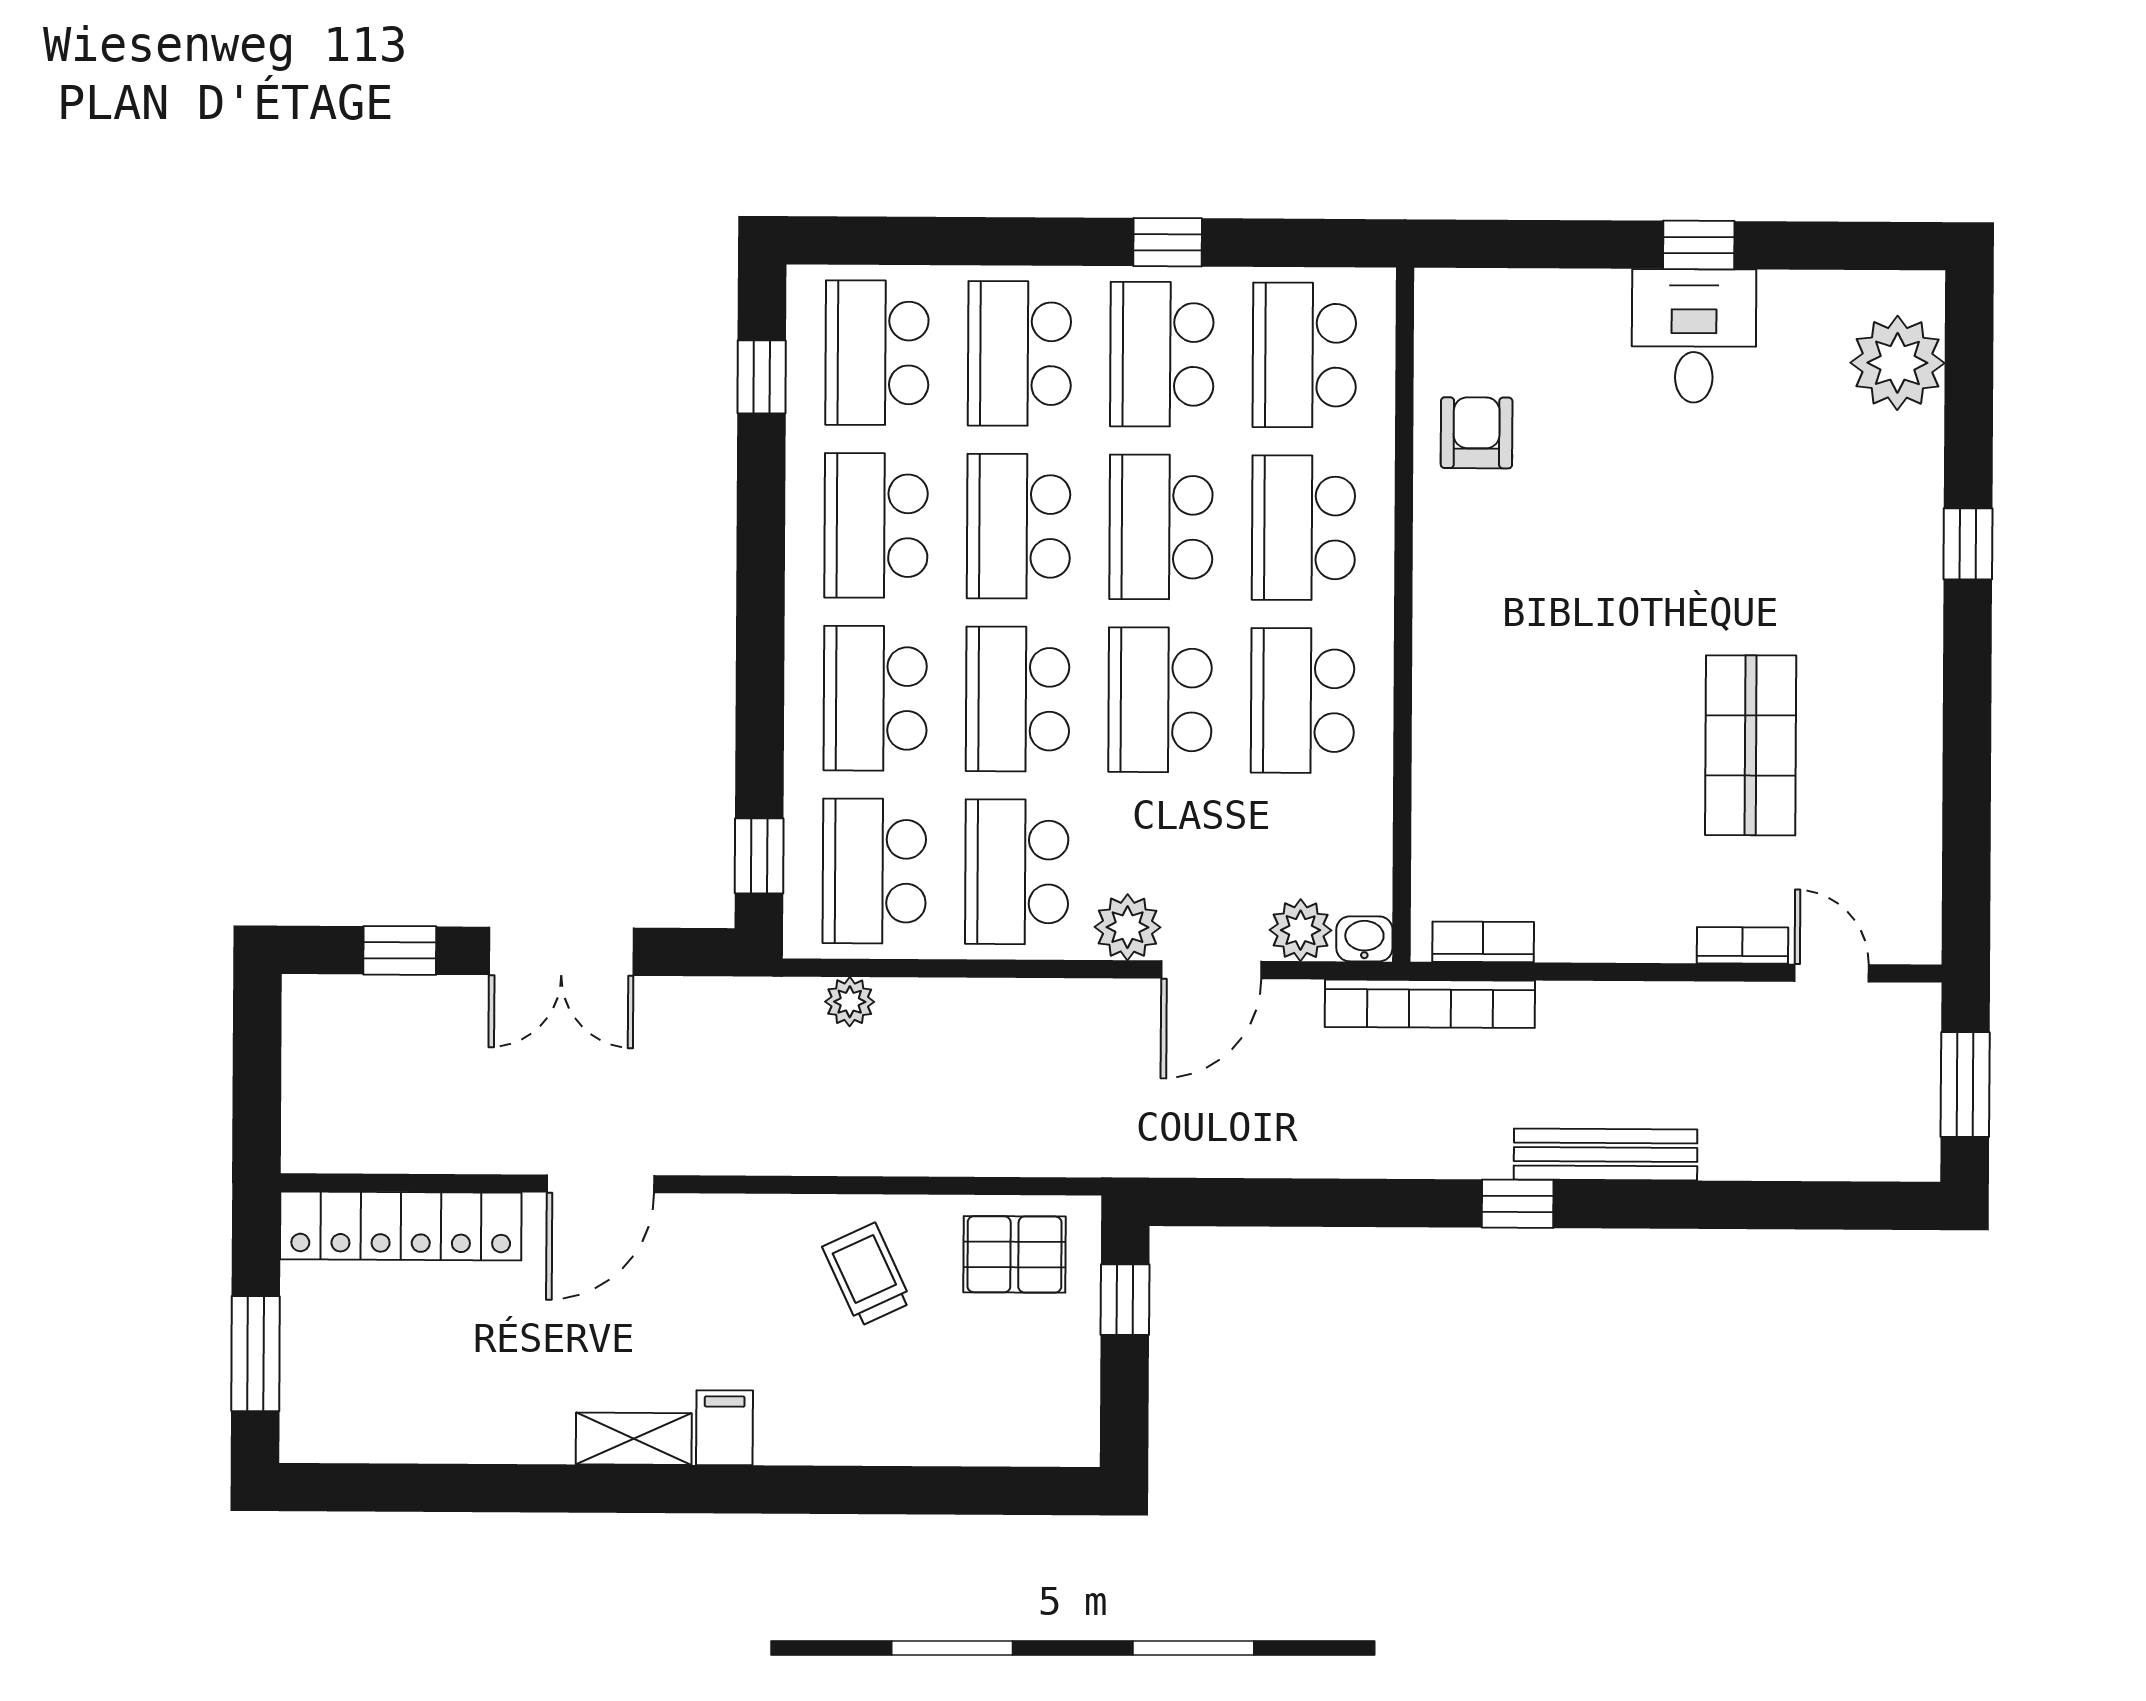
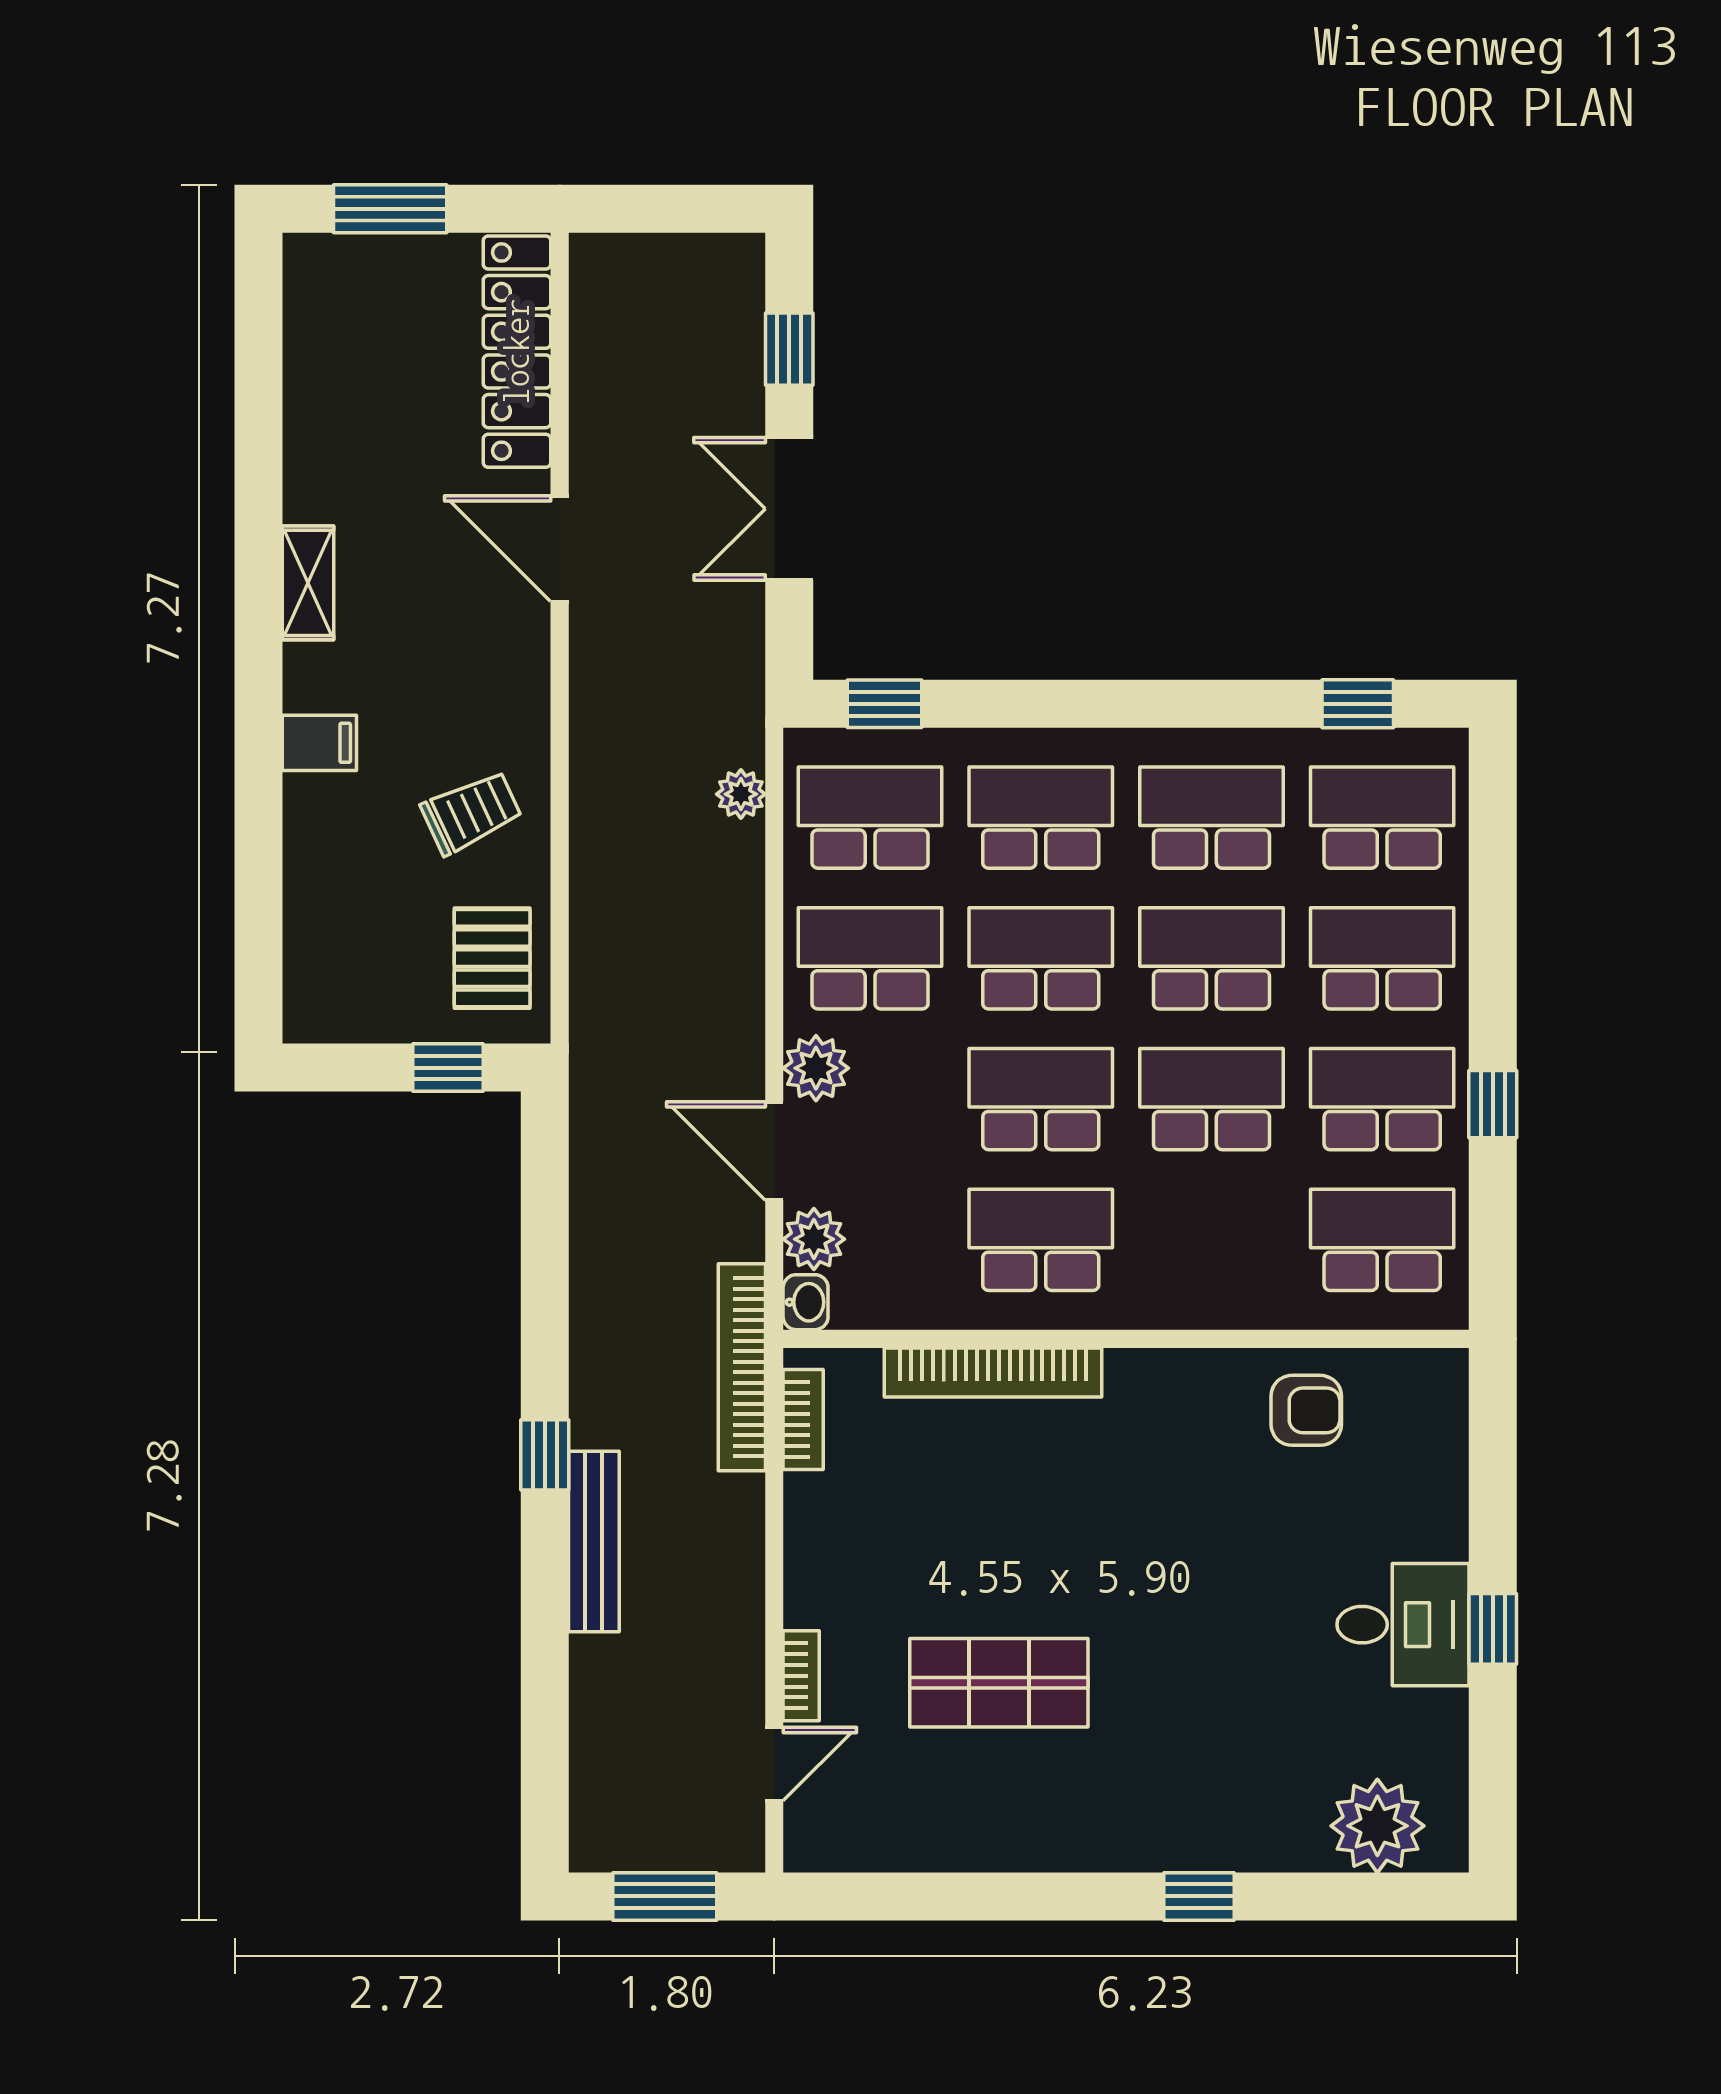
school desk: (1303, 528) -> (1211, 1240), removed
bookcase: (1437, 749) -> (993, 1372), added
filing cabinet: (725, 1428) -> (319, 743), moved

